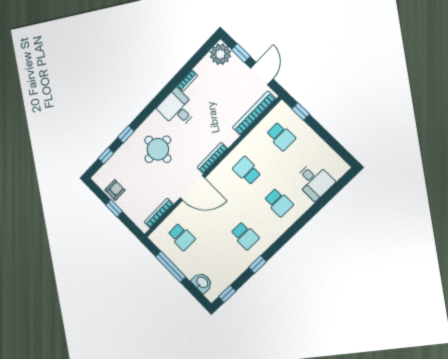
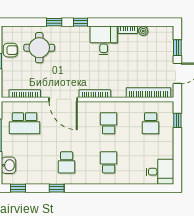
plant: (220, 54) -> (143, 31), moved, width x0.53, depth x0.53
round table: (158, 149) -> (39, 48), moved
window: (106, 156) -> (80, 22), moved
desk: (314, 181) -> (160, 172), moved, turned -90
school desk: (279, 202) -> (109, 162), turned 180
school desk: (181, 237) -> (25, 123), width x1.85

